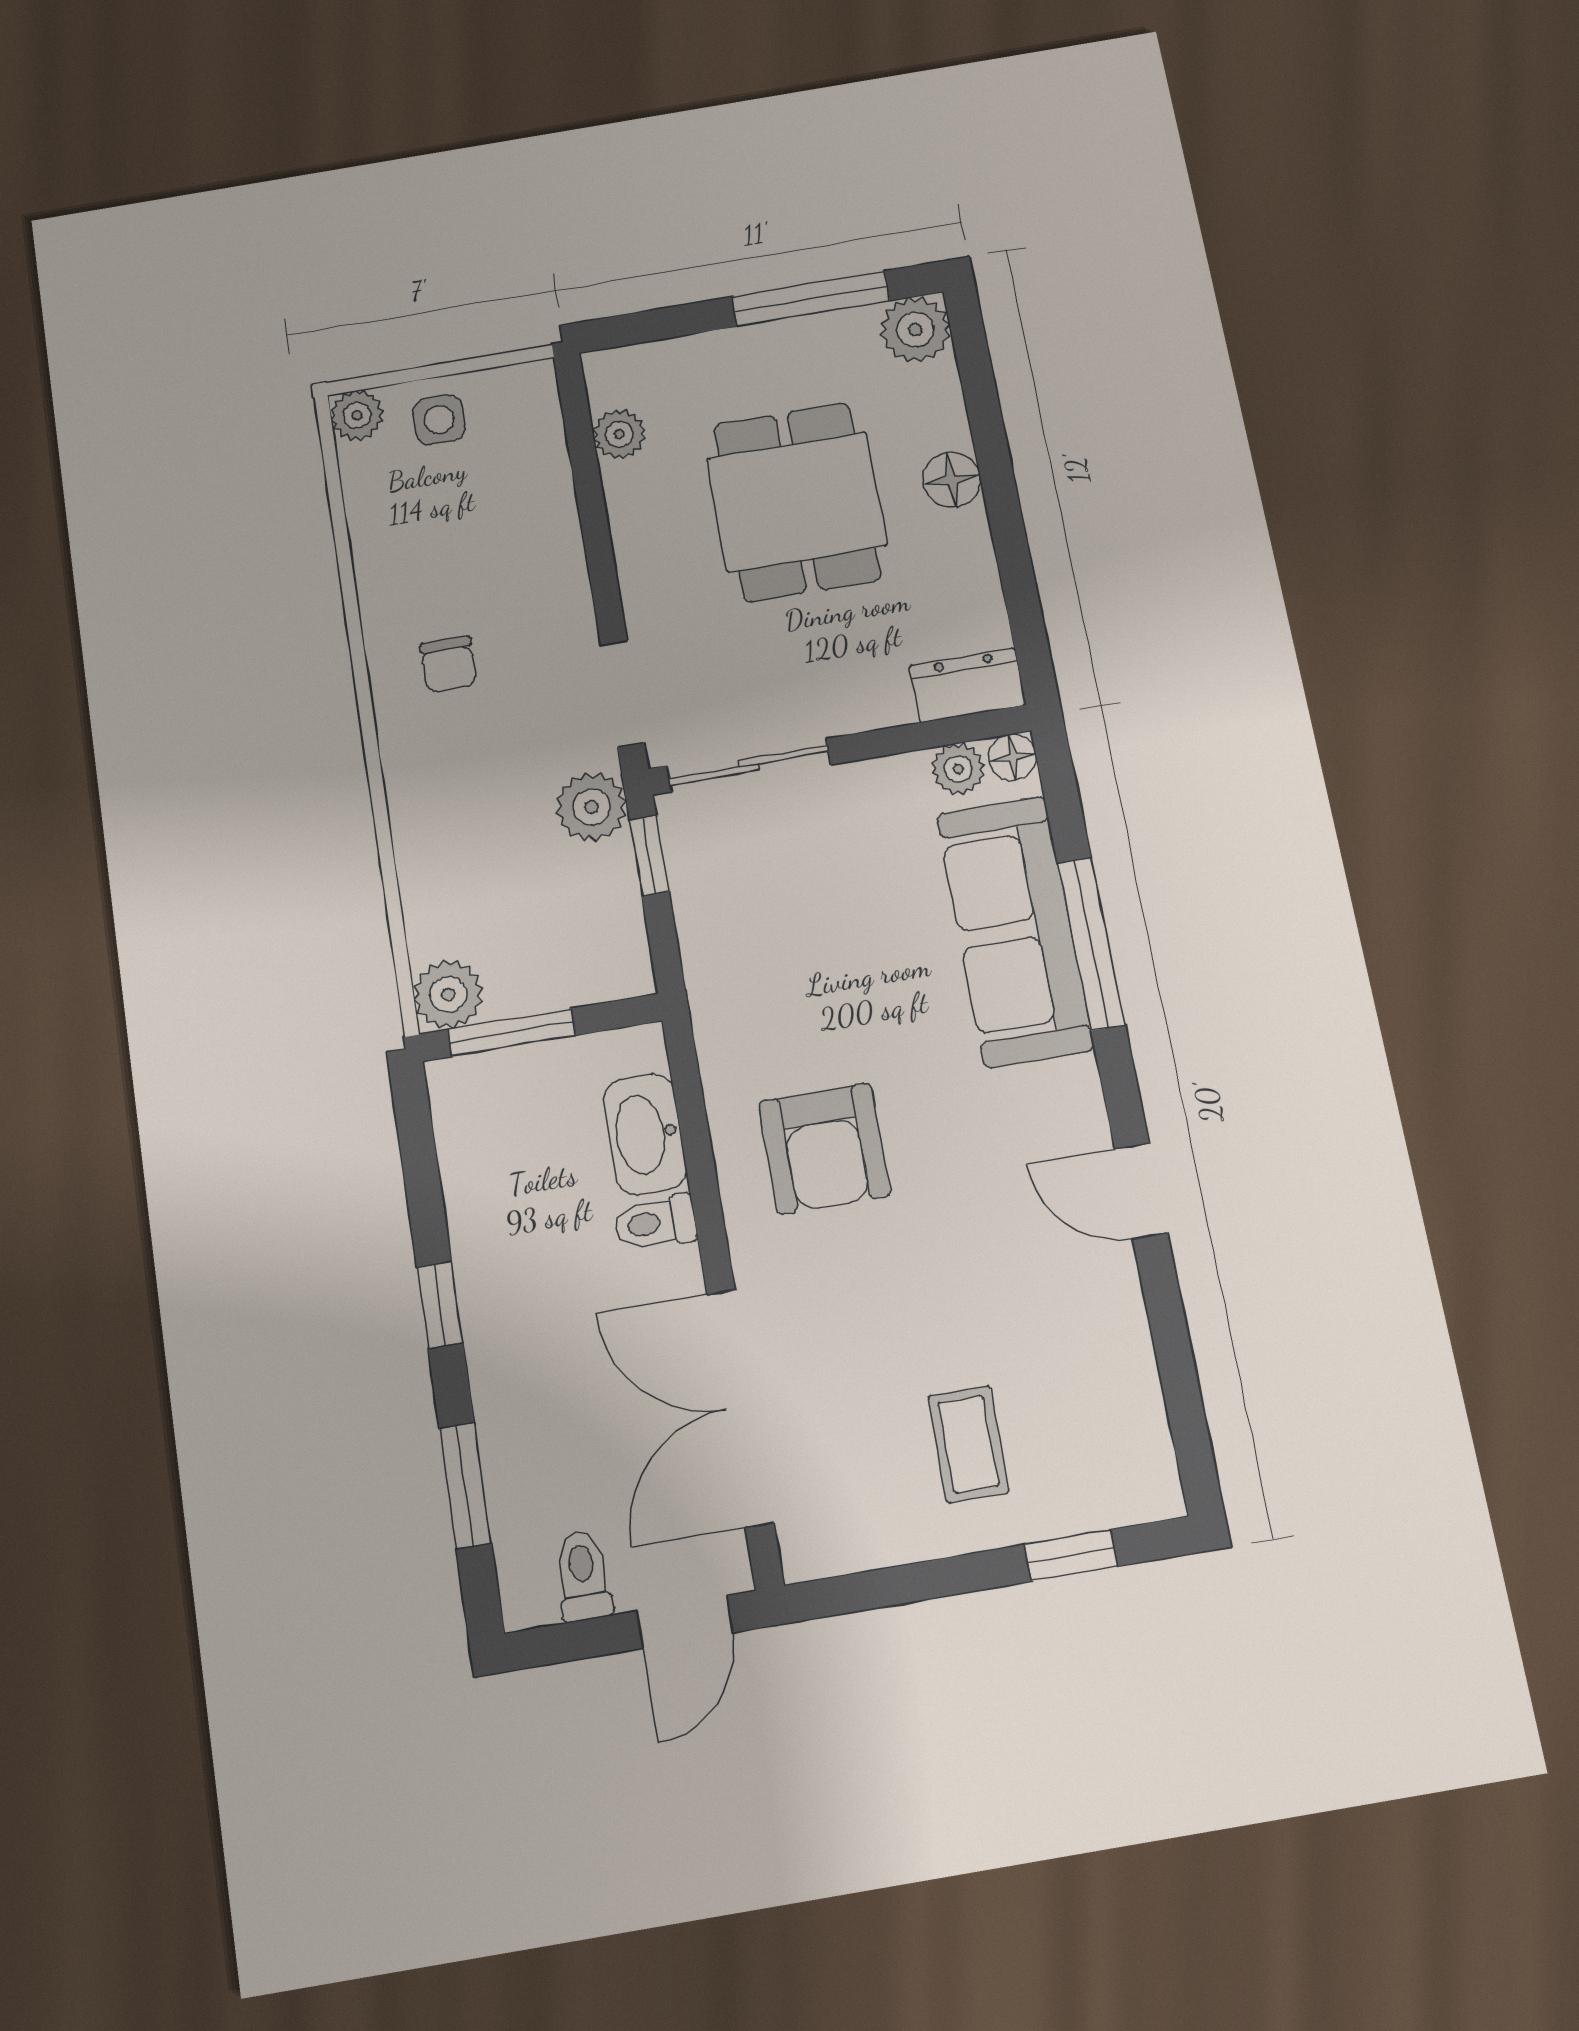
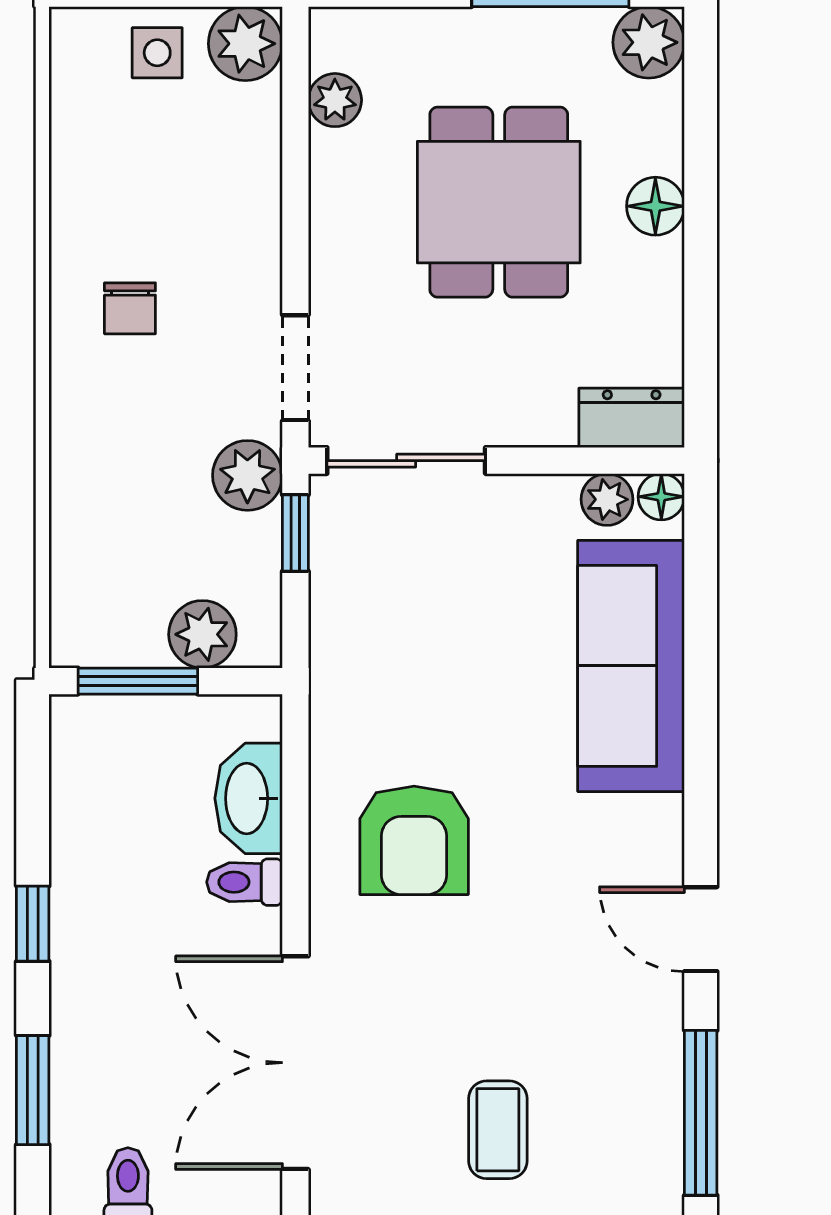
plant: (357, 415) -> (245, 44), moved, width x1.38, depth x1.38
window: (1091, 944) -> (701, 1113), moved
plant: (448, 994) -> (202, 634), moved

